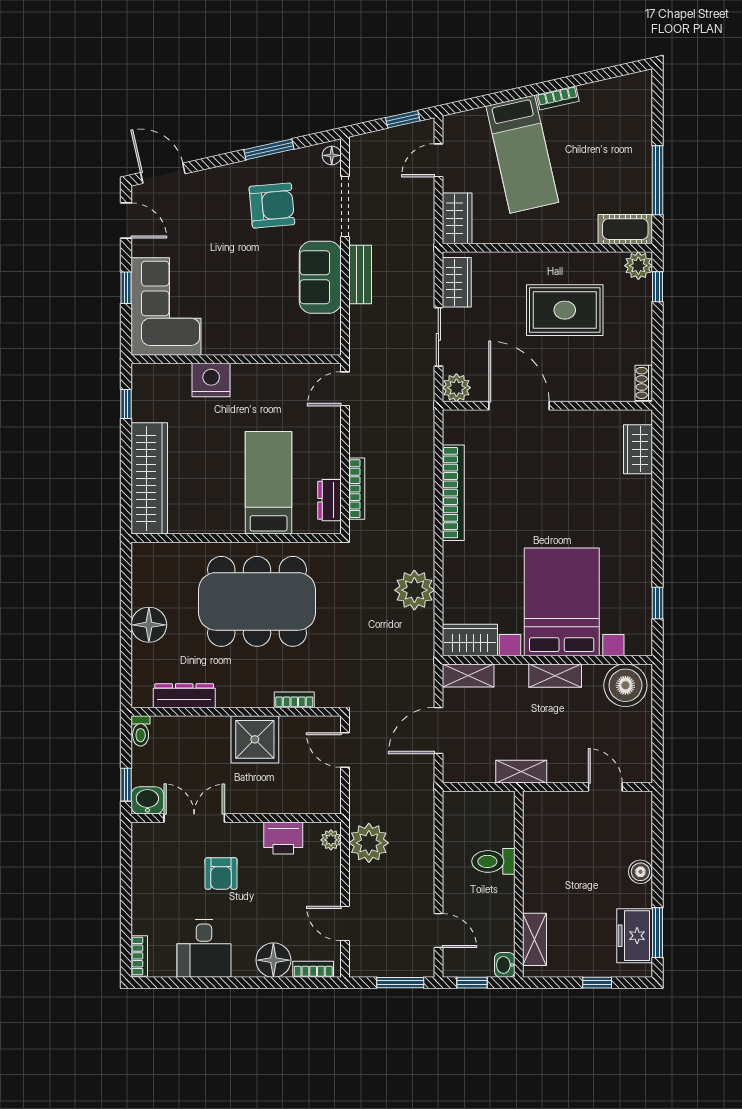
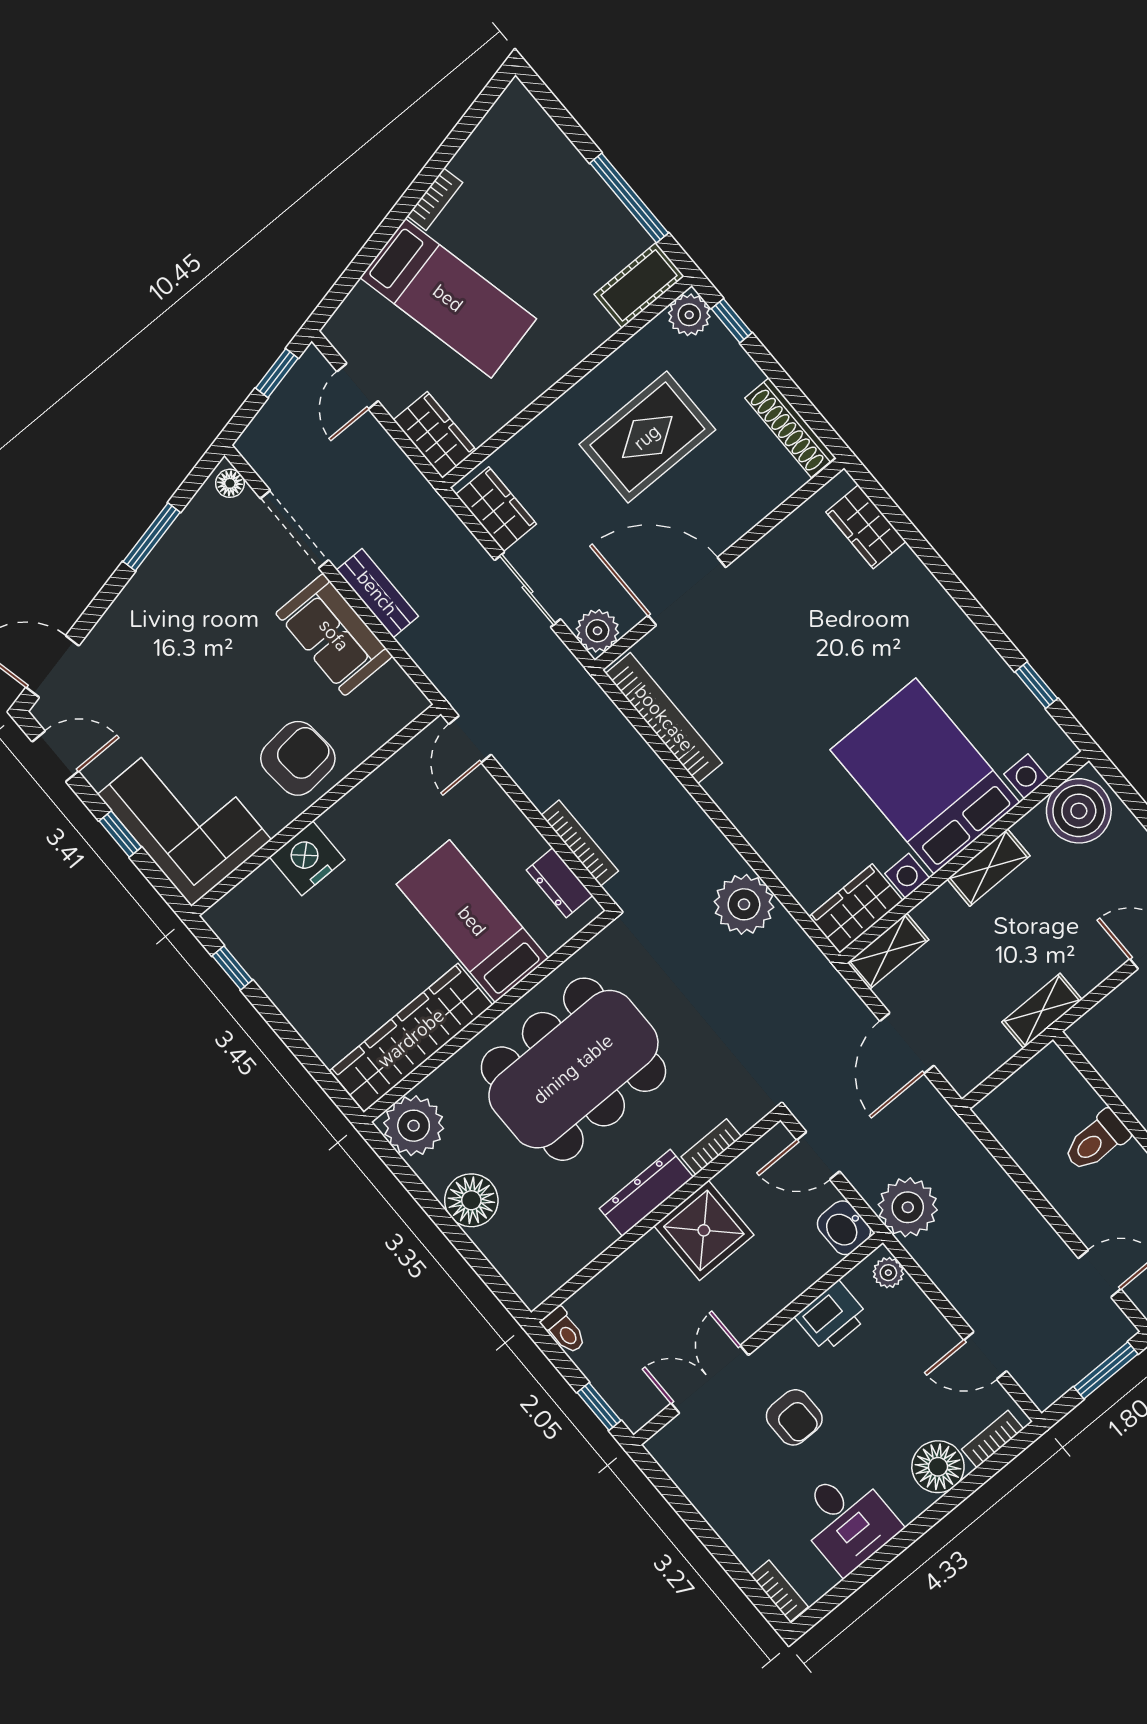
armchair: (272, 206) -> (298, 758), moved
shoe rack: (644, 383) -> (790, 428), width x1.94, depth x1.24
wardrobe: (149, 478) -> (411, 1038), moved, turned -90
bookcase: (453, 493) -> (664, 718), moved
plant: (151, 562) -> (414, 1126), added
dresser: (184, 696) -> (646, 1193), moved
washbasin: (147, 800) -> (844, 1228), moved, turned -90
plant: (369, 843) -> (908, 1207), moved

